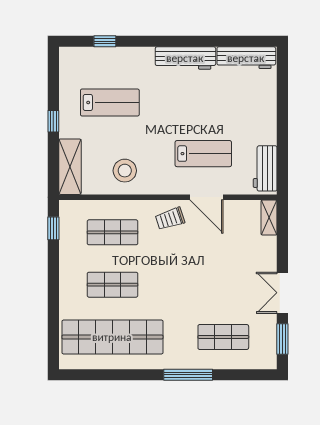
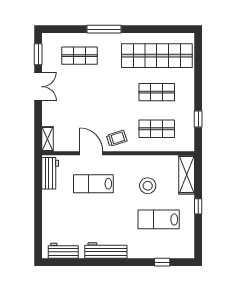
workbench: (246, 58) -> (63, 251), width x0.73
stool: (125, 171) -> (148, 186), moved
window: (53, 228) -> (198, 119), moved

